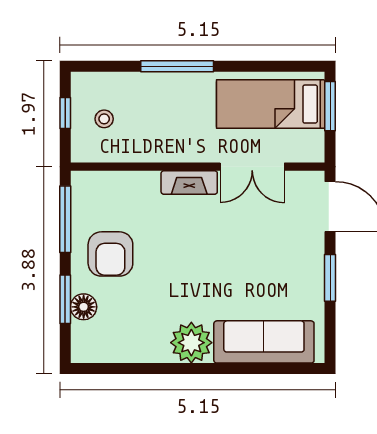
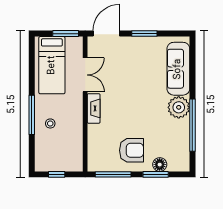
window: (330, 106) -> (66, 34), moved
stool: (104, 119) -> (50, 123), moved
window: (158, 369) -> (192, 125), added

